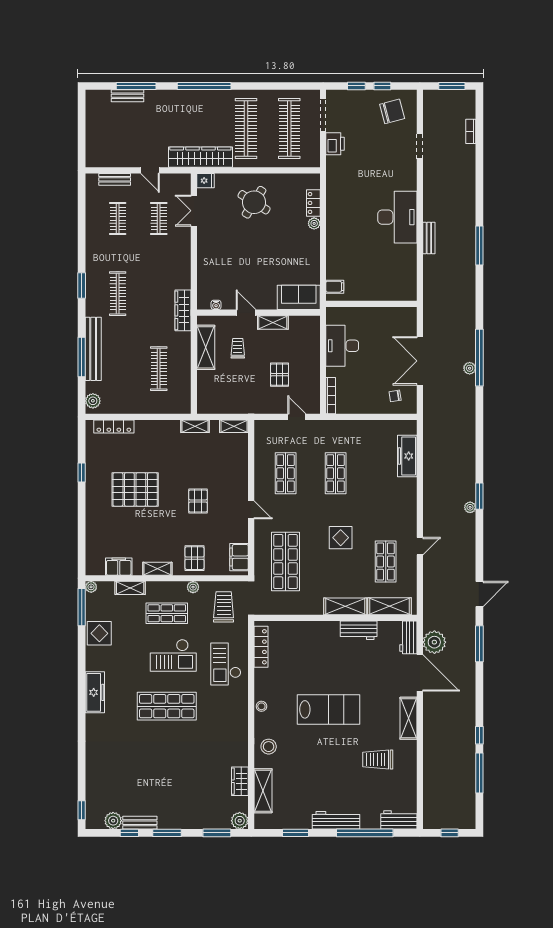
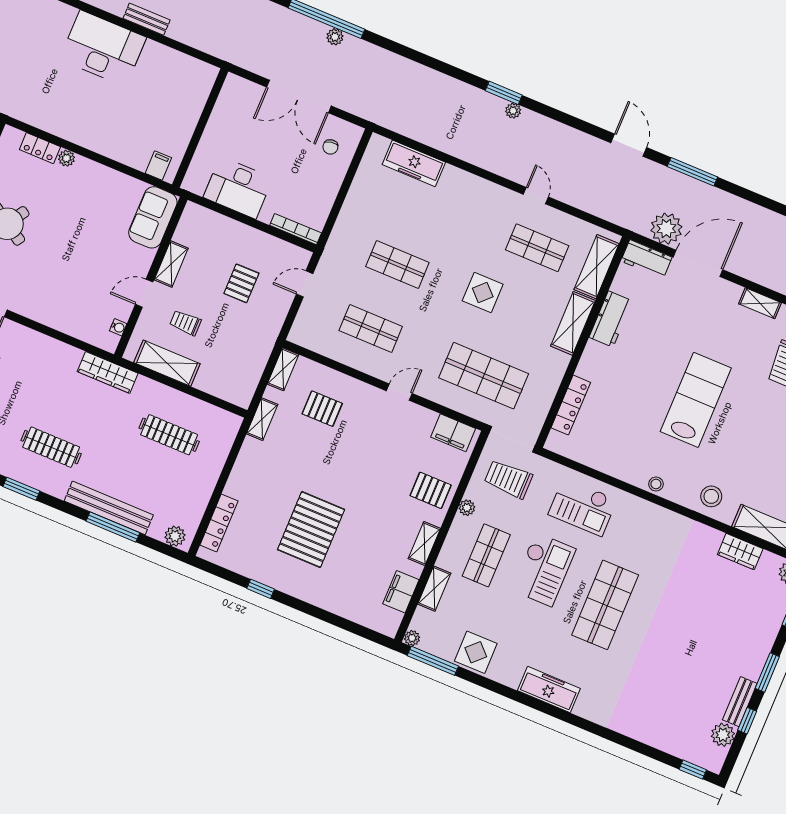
pallet: (280, 375) -> (241, 283), turned 90
pallet: (198, 501) -> (322, 409), moved
locker: (261, 647) -> (571, 405), moved, turned 90
shelving: (409, 718) -> (760, 303), width x0.67, depth x0.75

